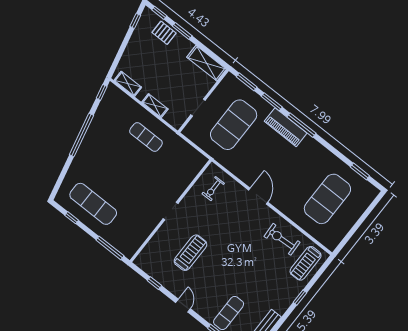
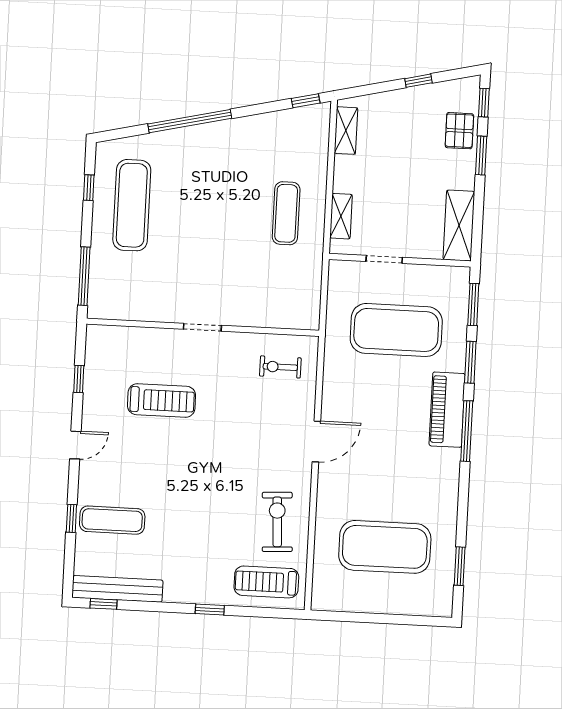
window: (135, 21) -> (419, 81), moved
shelving: (155, 106) -> (341, 216), moved
window: (81, 135) -> (190, 121), moved

